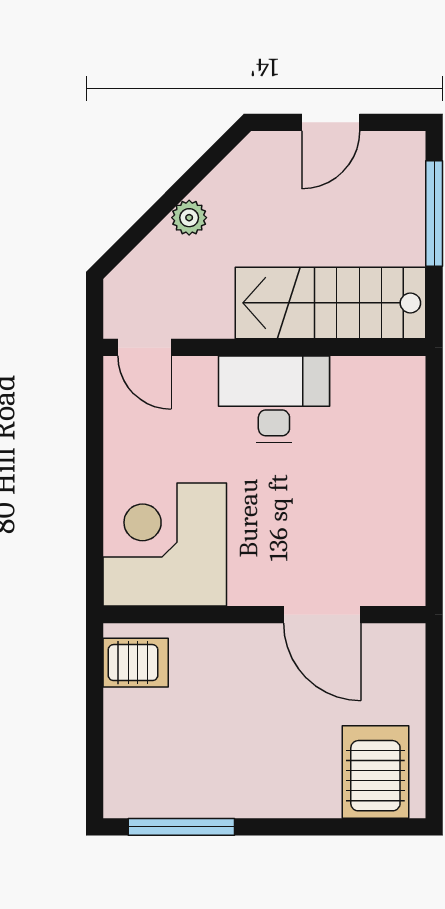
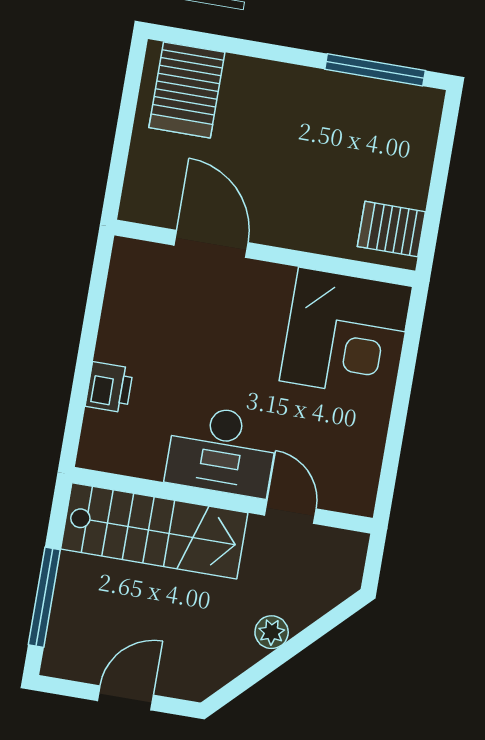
door: (144, 347) -> (290, 512), moved
printer: (404, 446) -> (109, 387), added

